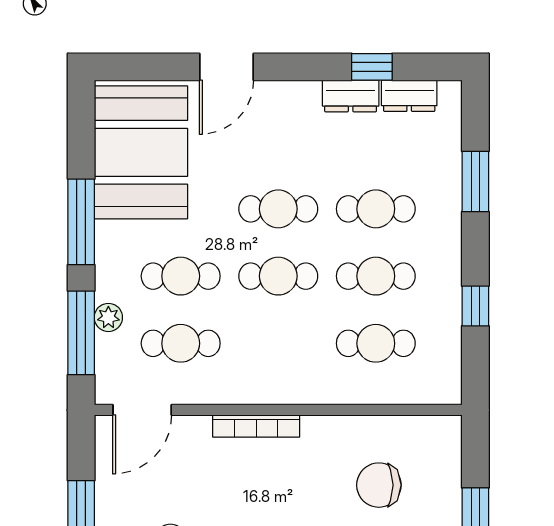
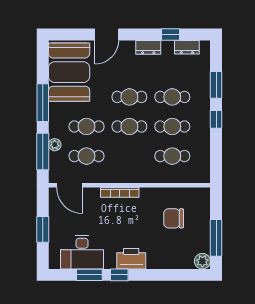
dresser: (351, 96) -> (148, 47), moved
window: (475, 306) -> (216, 119), moved
door: (142, 410) -> (70, 185), hinge flipped

